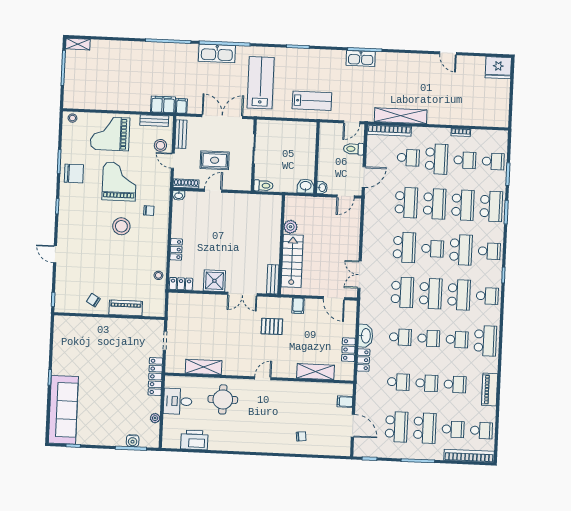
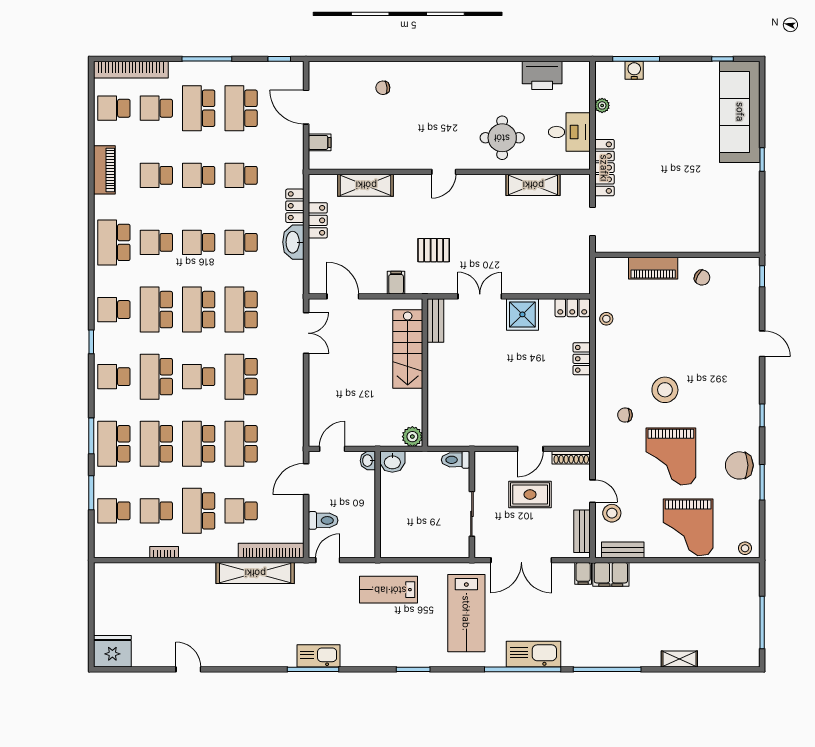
shelving: (78, 44) -> (679, 659), moved
grand piano: (110, 134) -> (688, 527), turned 90
washbasin: (179, 195) -> (581, 440), removed
plant: (290, 227) -> (412, 437), moved

